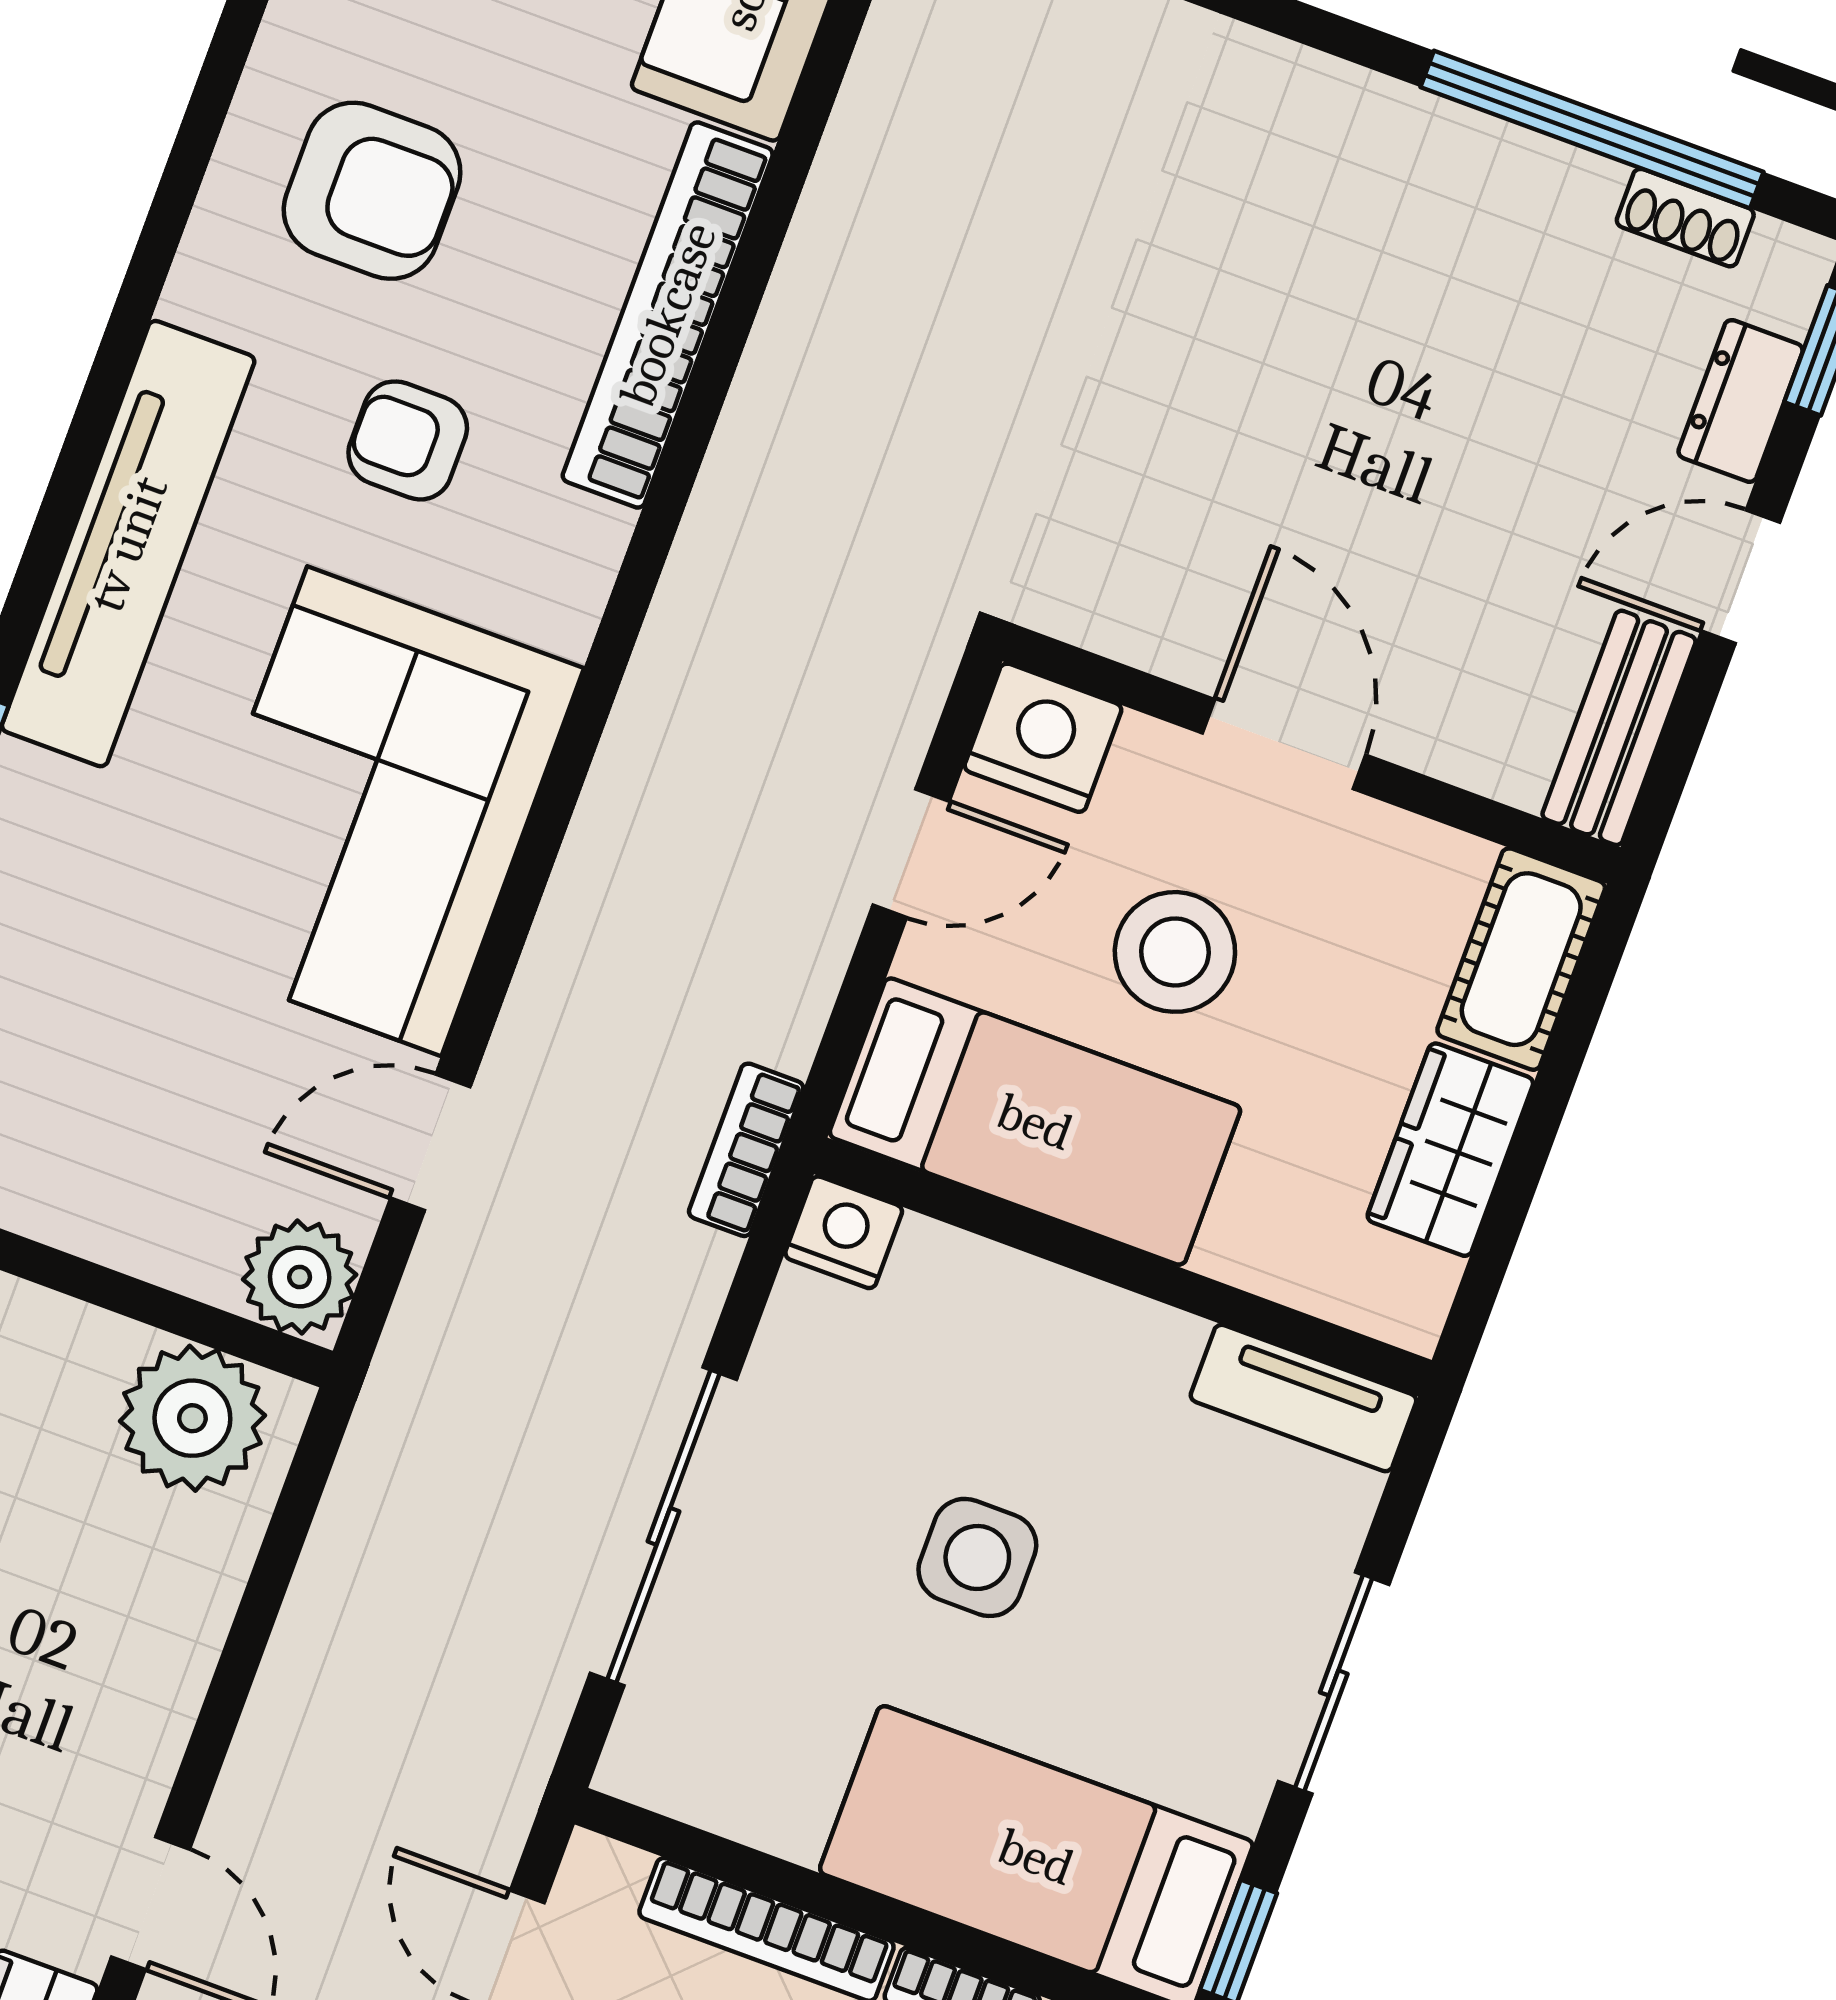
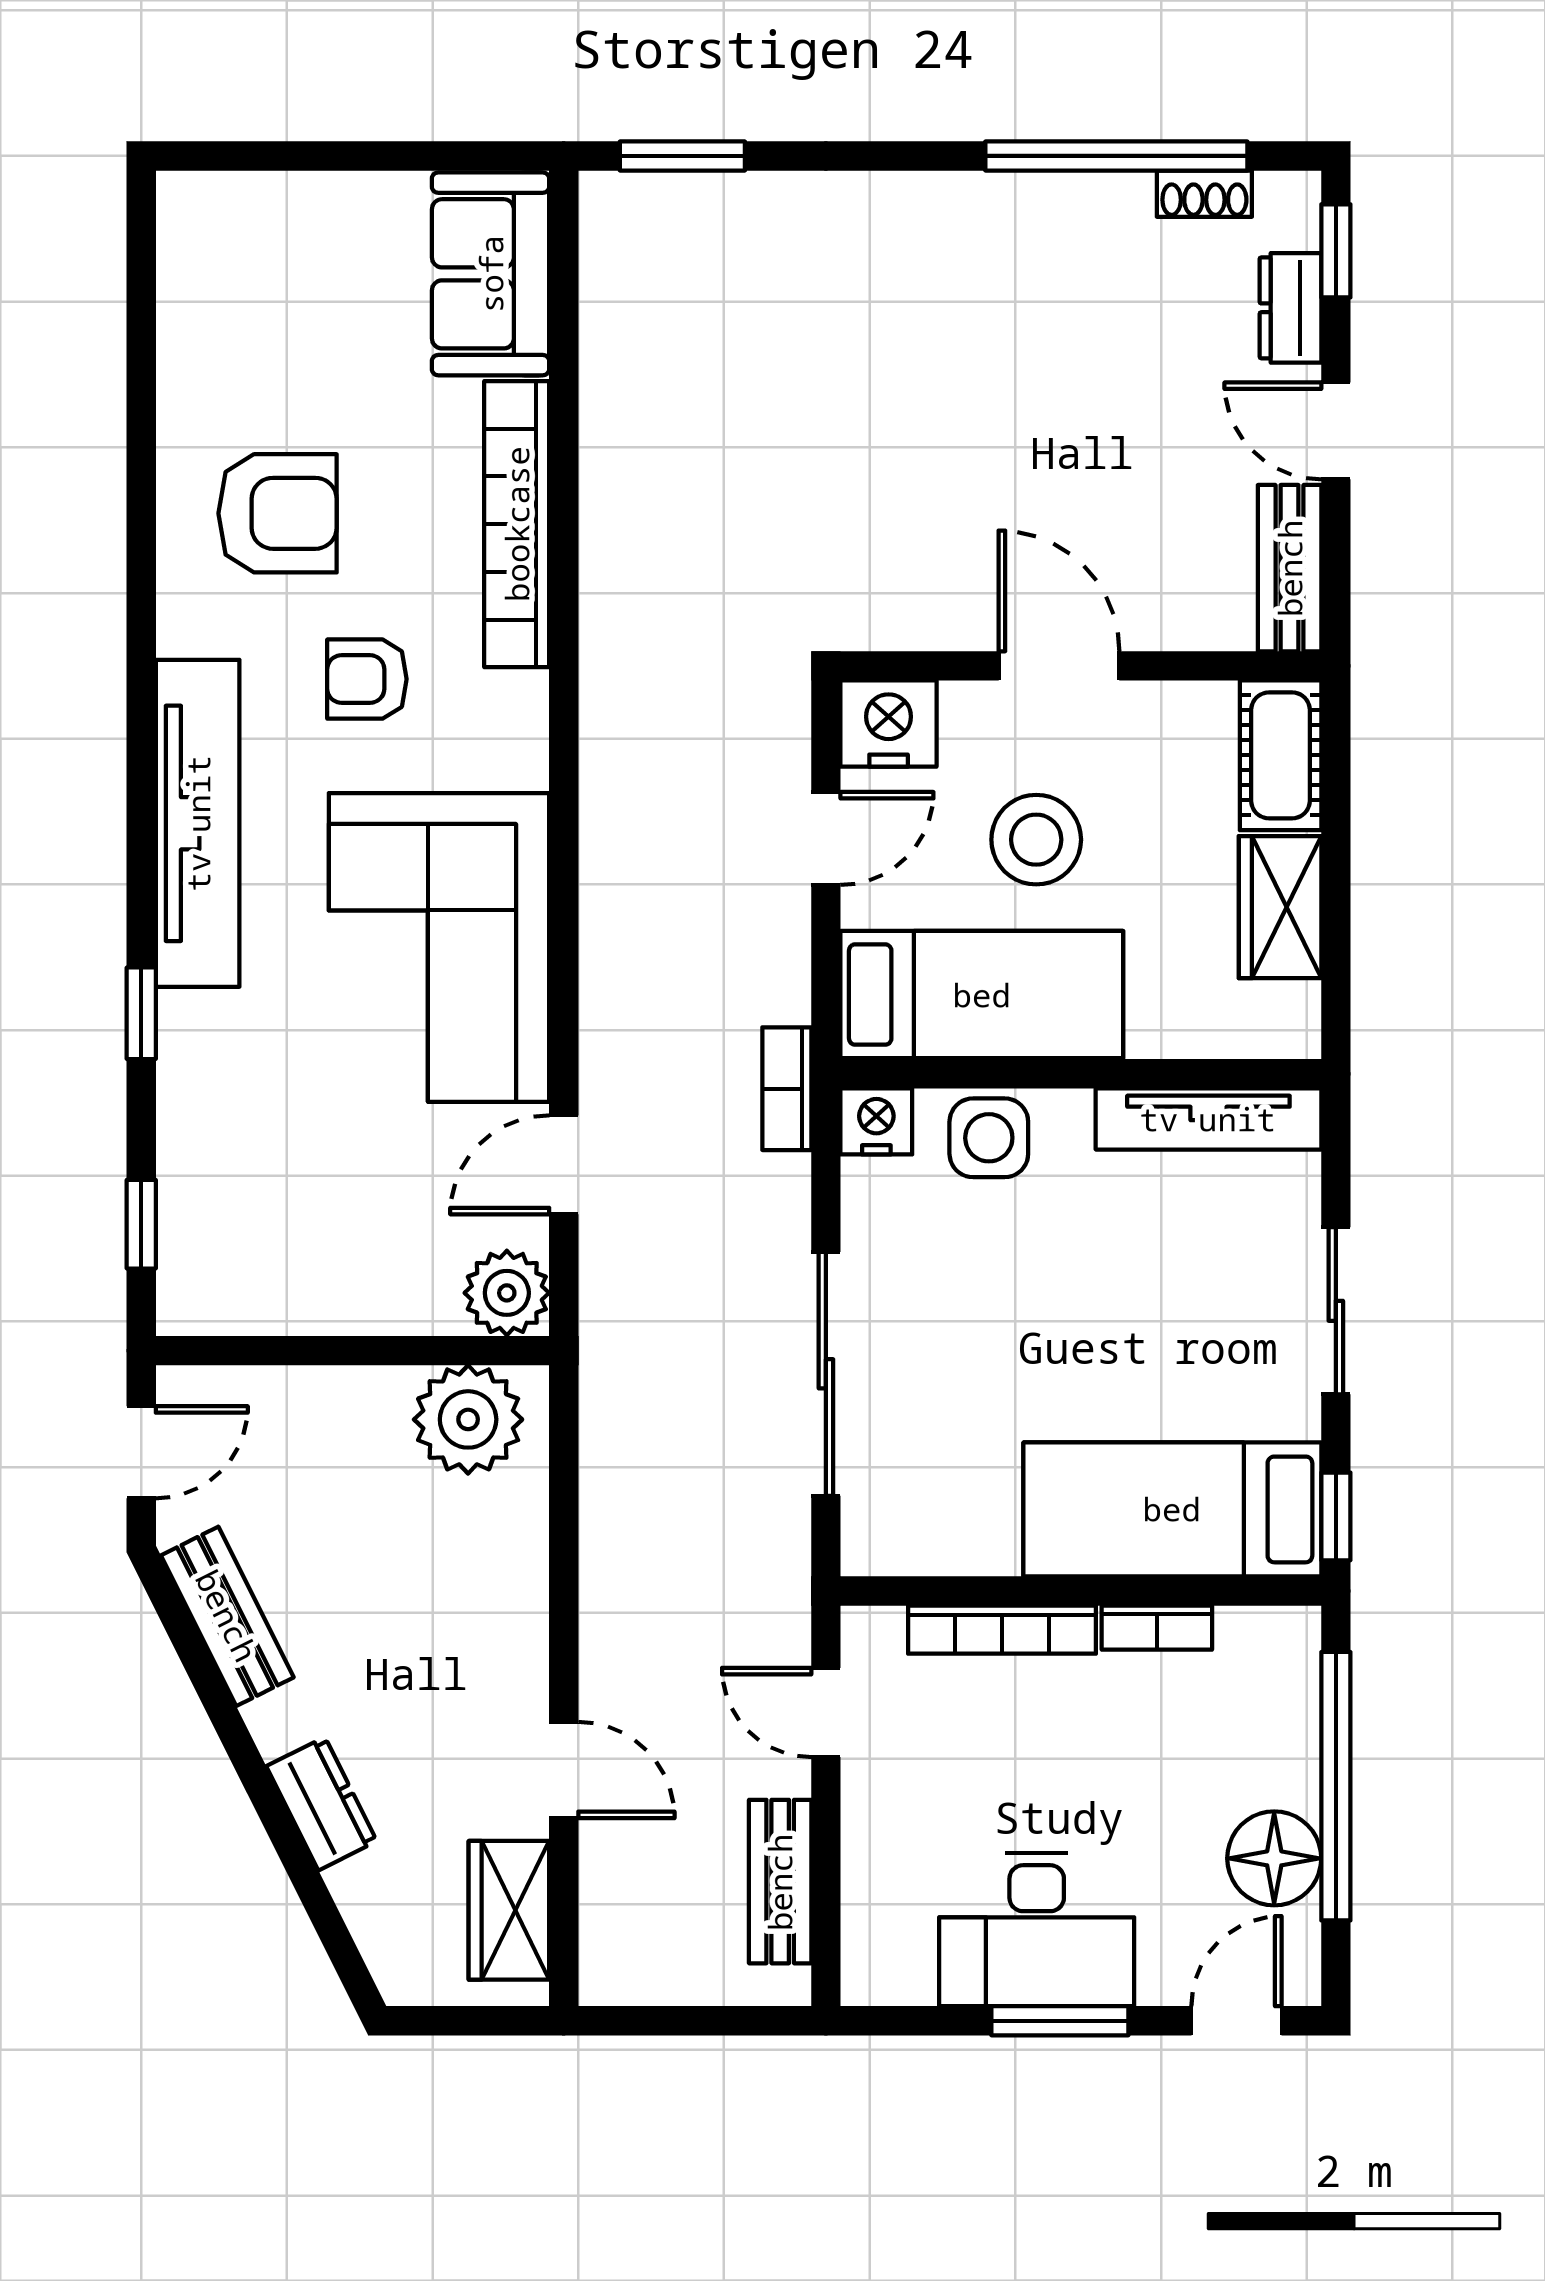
door: (1741, 577) -> (1336, 431), hinge flipped
tv unit: (1303, 1398) -> (1208, 1119), width x1.41
side table: (977, 1557) -> (989, 1138), moved

